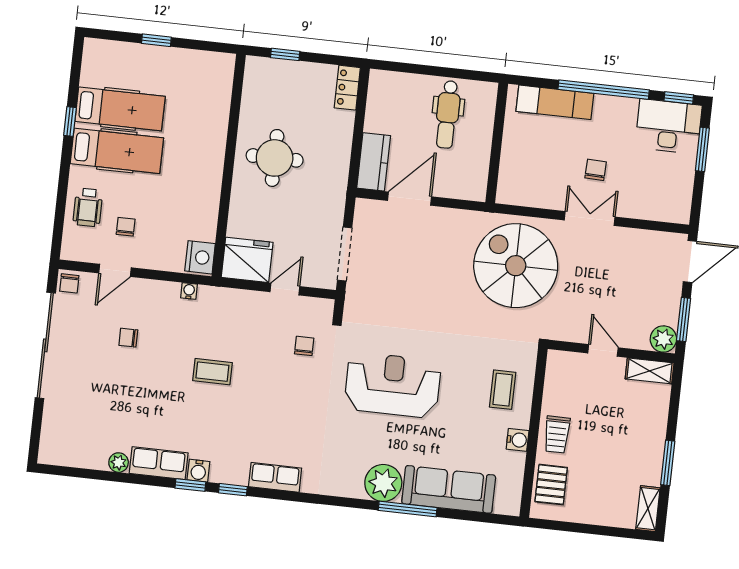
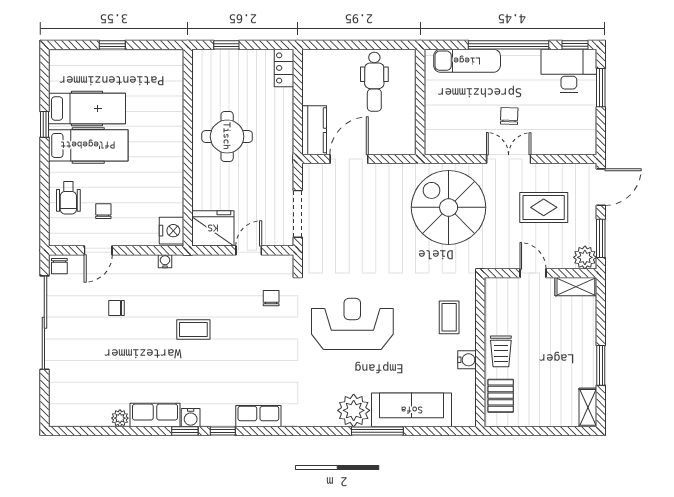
rug: (623, 278) -> (544, 207), added

